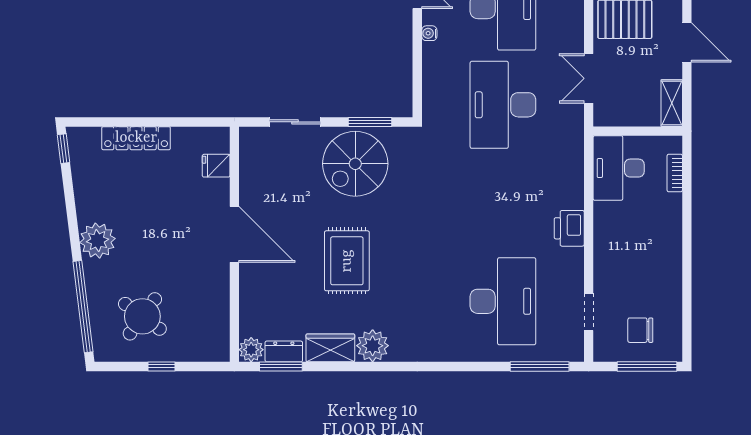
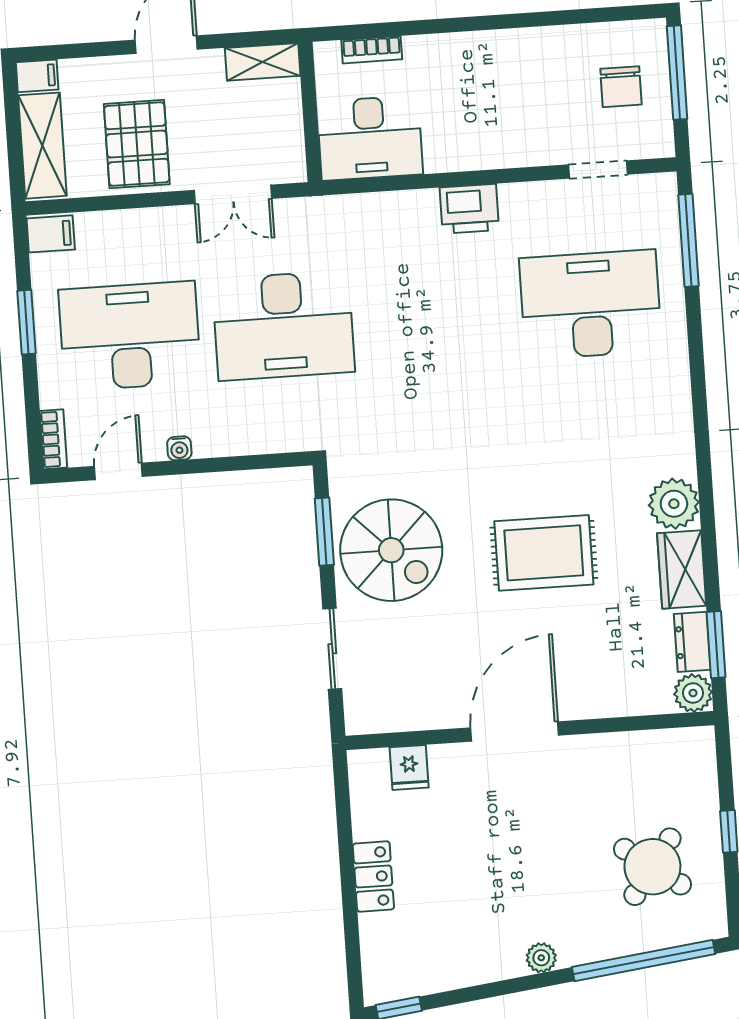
locker: (136, 138) -> (373, 876), width x0.66
plant: (98, 241) -> (541, 958), width x0.53, depth x0.53

